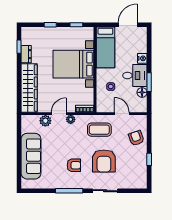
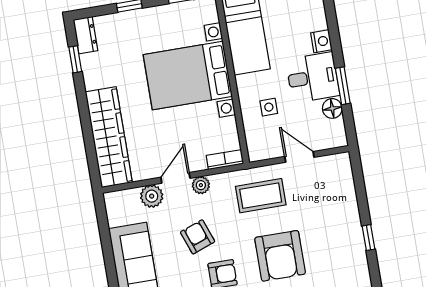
dresser: (26, 54) -> (85, 35), moved
armchair: (136, 138) -> (198, 237), moved

